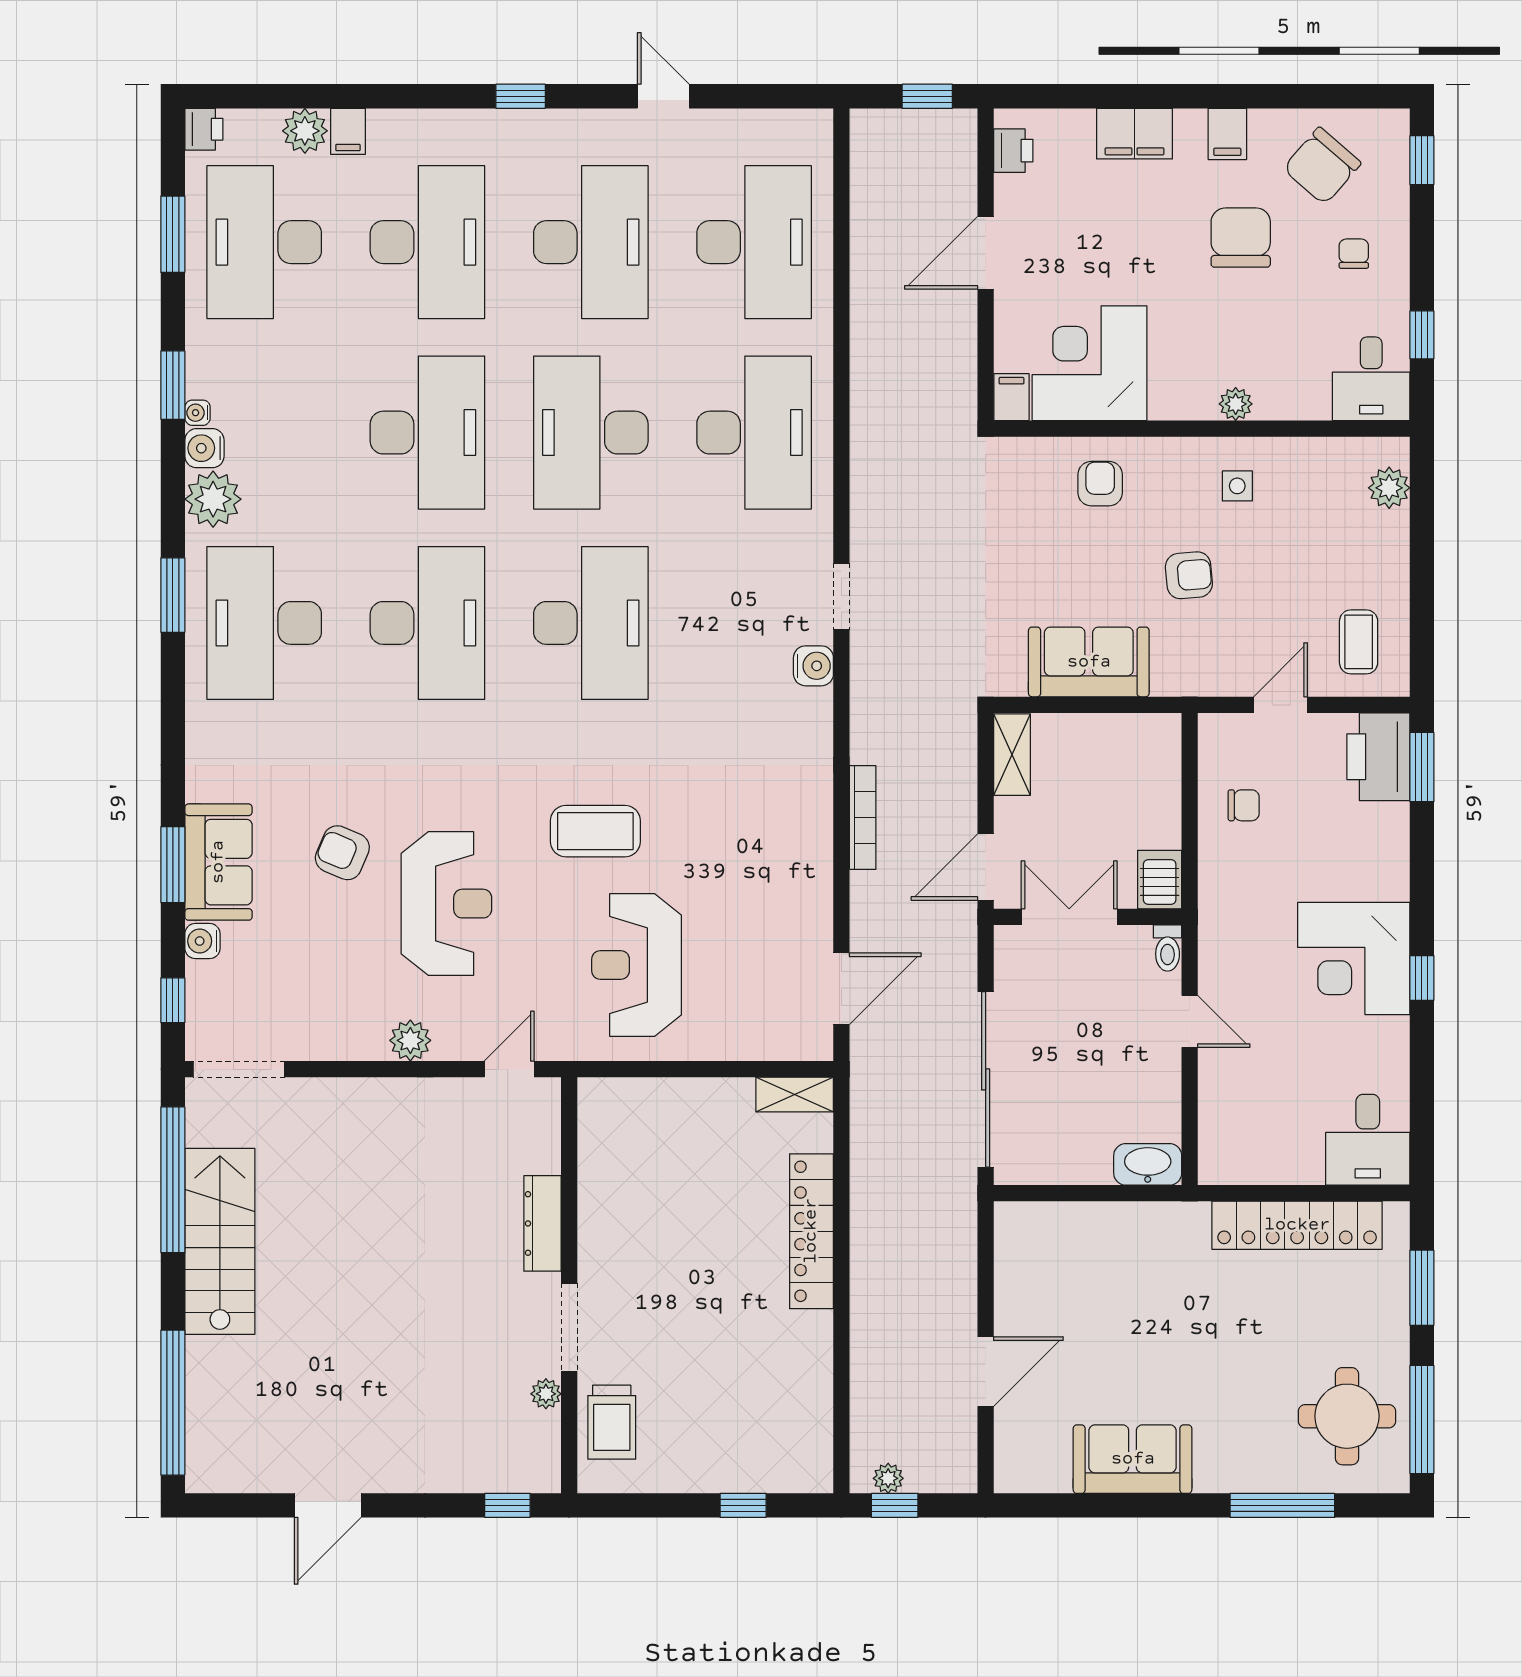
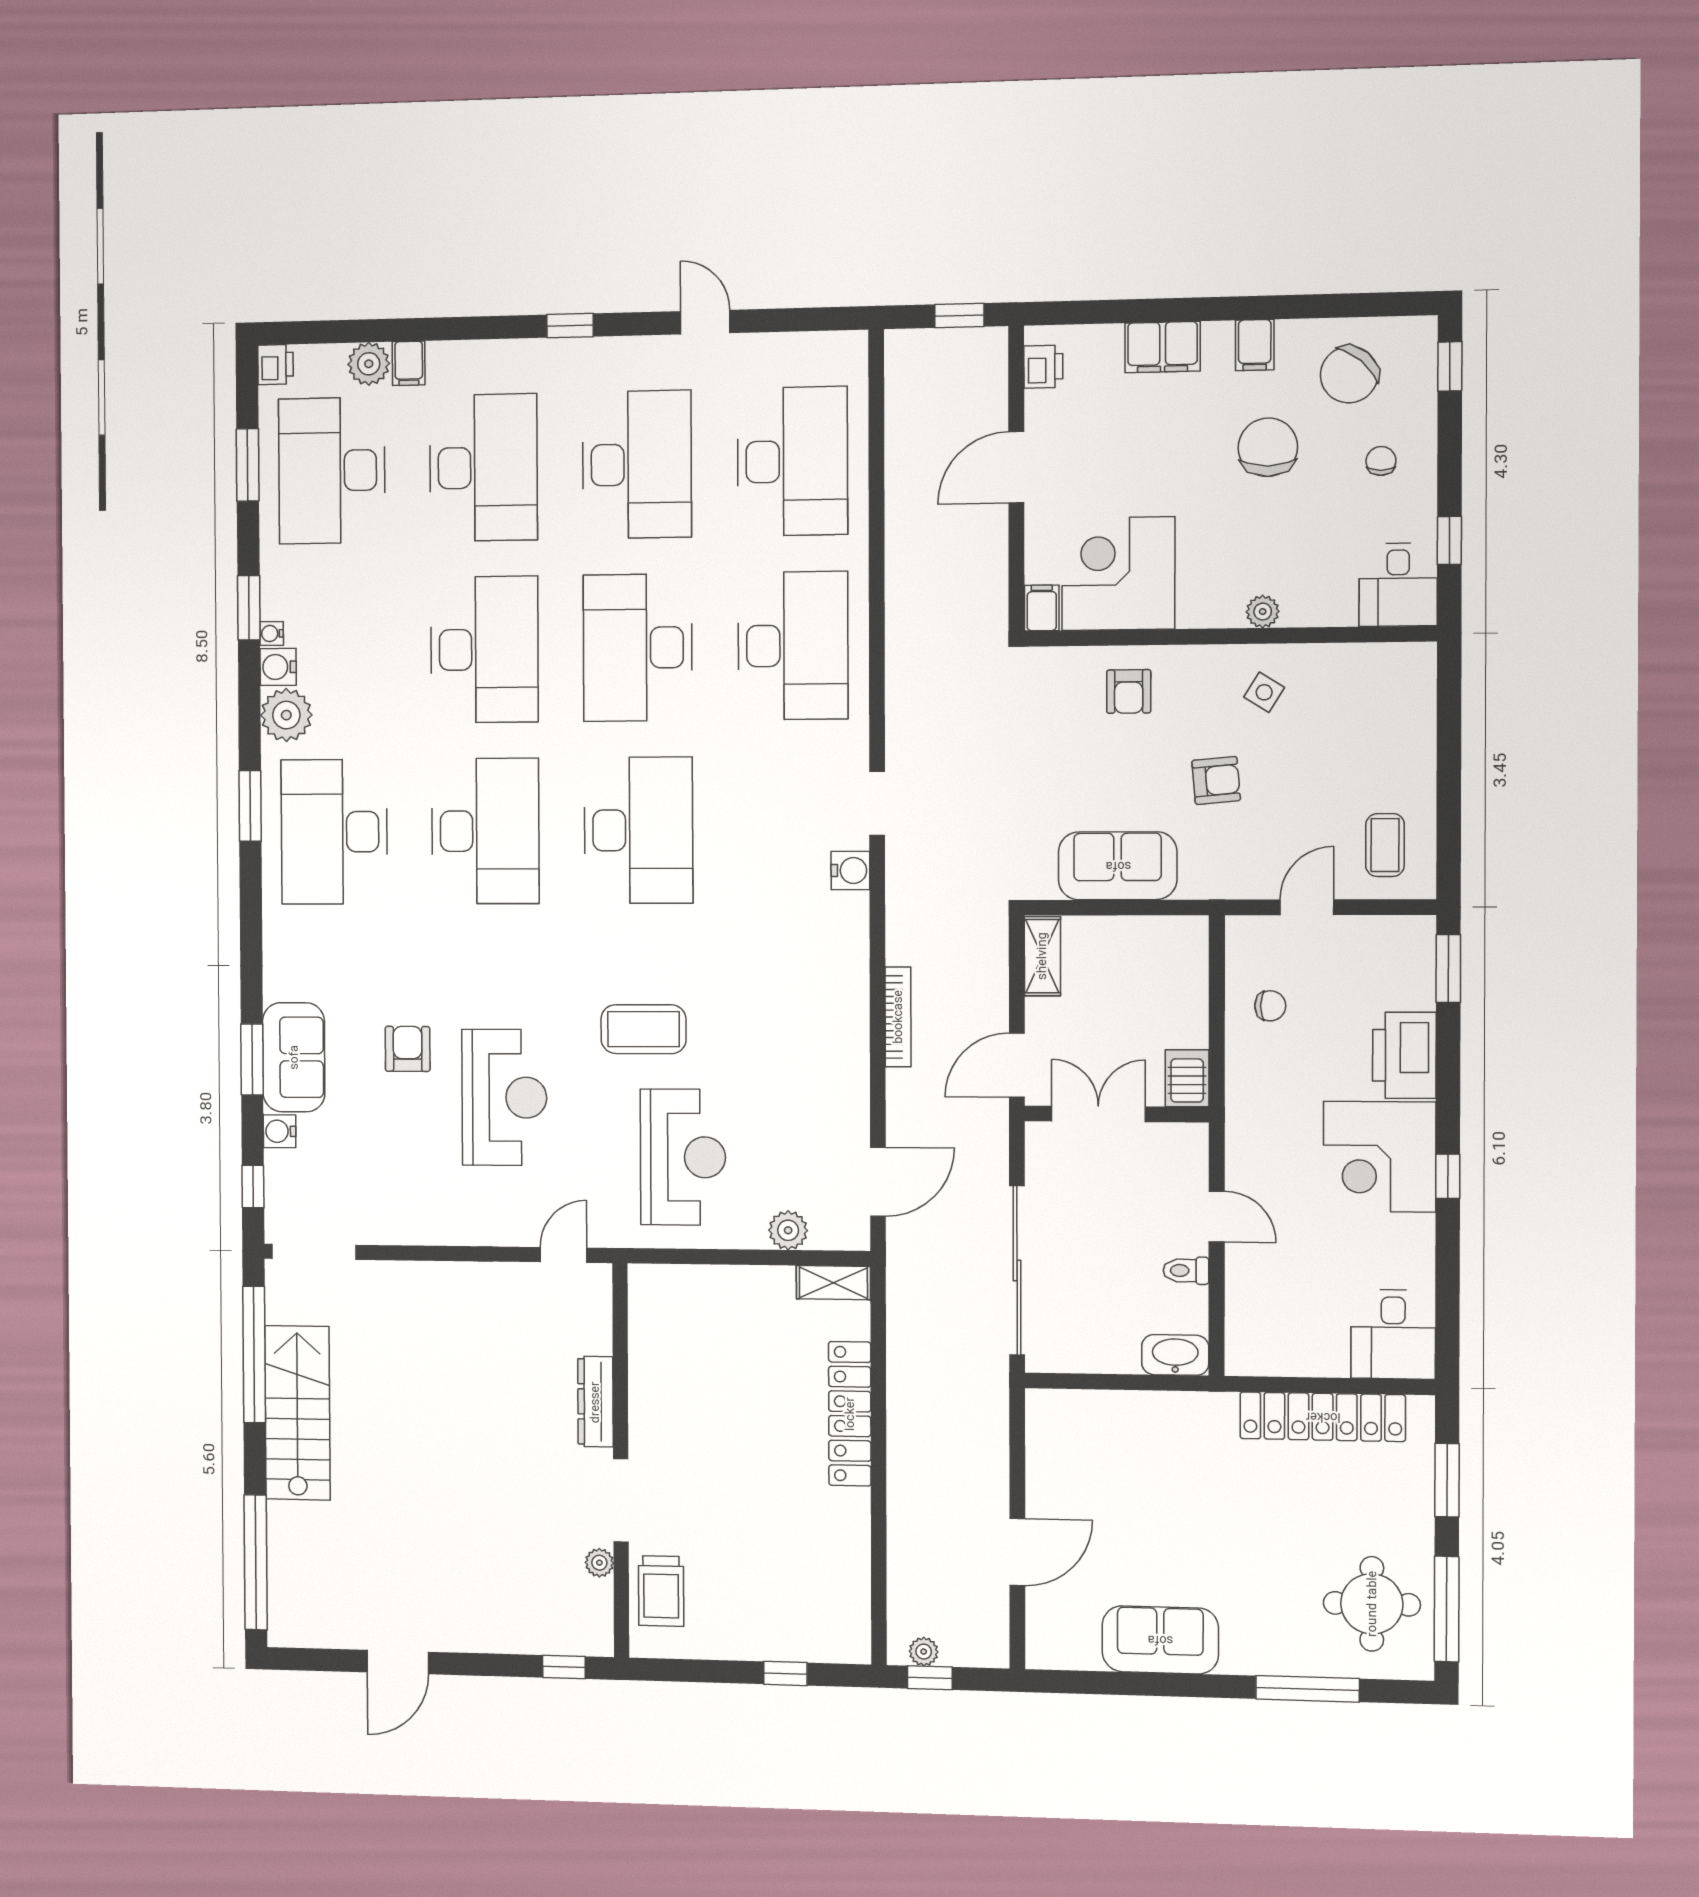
armchair: (1100, 484) -> (1129, 691), turned 180
side table: (1237, 486) -> (1264, 692), turned 32
plant: (1389, 488) -> (1416, 692), removed
printer: (1378, 757) -> (1404, 1055), moved
armchair: (342, 853) -> (408, 1049), turned 67
toilet: (1168, 948) -> (1186, 1271), moved, turned 90
reception desk: (637, 965) -> (683, 1157), turned 180
plant: (410, 1040) -> (788, 1230), moved

